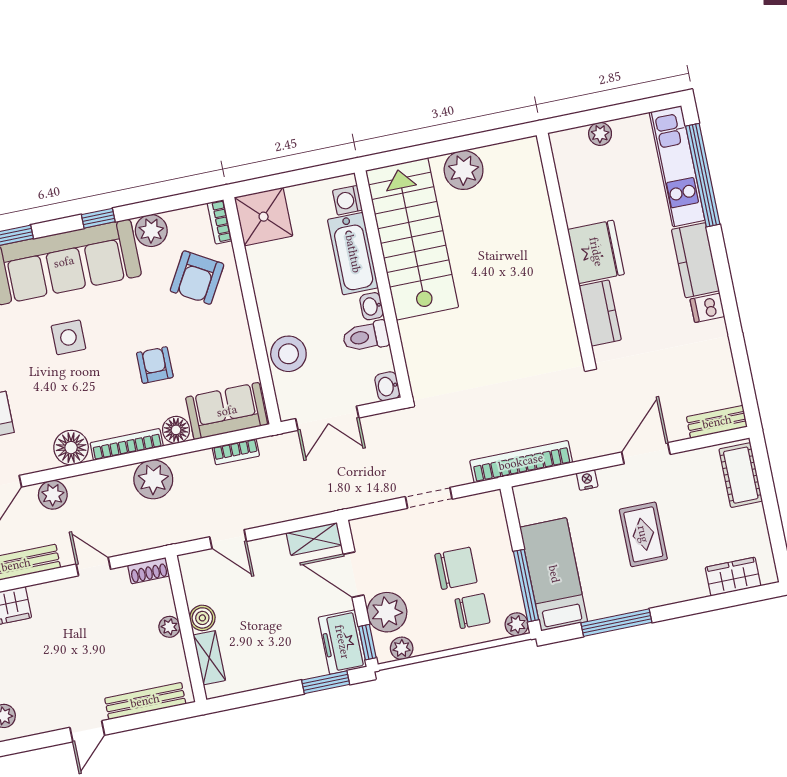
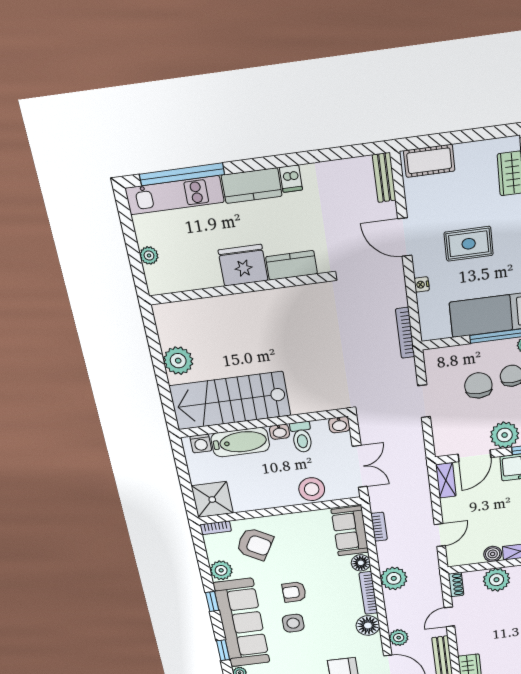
armchair: (155, 365) -> (294, 592), moved
bookcase: (521, 462) -> (405, 333), width x0.68, depth x0.76
plant: (169, 627) -> (497, 580), width x1.87, depth x1.87

